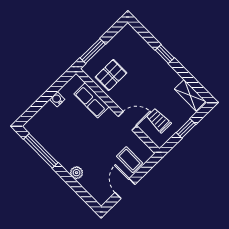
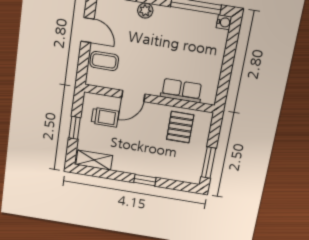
window: (93, 51) -> (209, 163), moved
water cooler: (57, 99) -> (224, 22), moved

